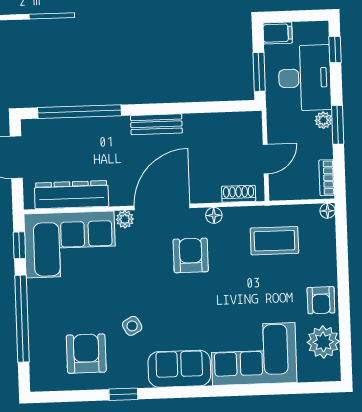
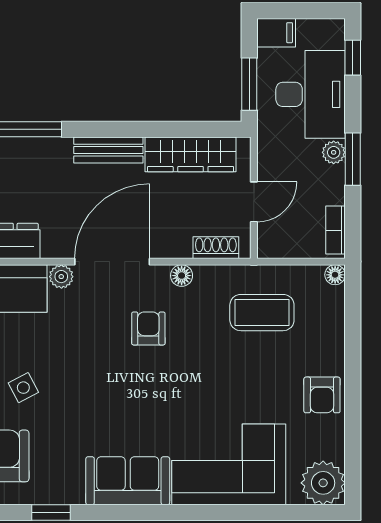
wardrobe: (217, 125) -> (191, 154), added
armchair: (191, 255) -> (148, 328), width x0.72, depth x0.72
side table: (132, 326) -> (23, 388), moved
plant: (323, 342) -> (323, 483), moved

